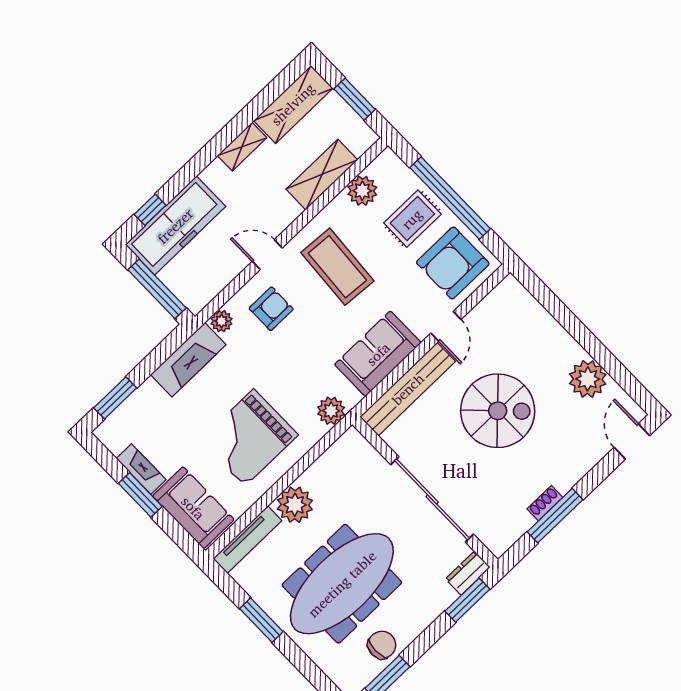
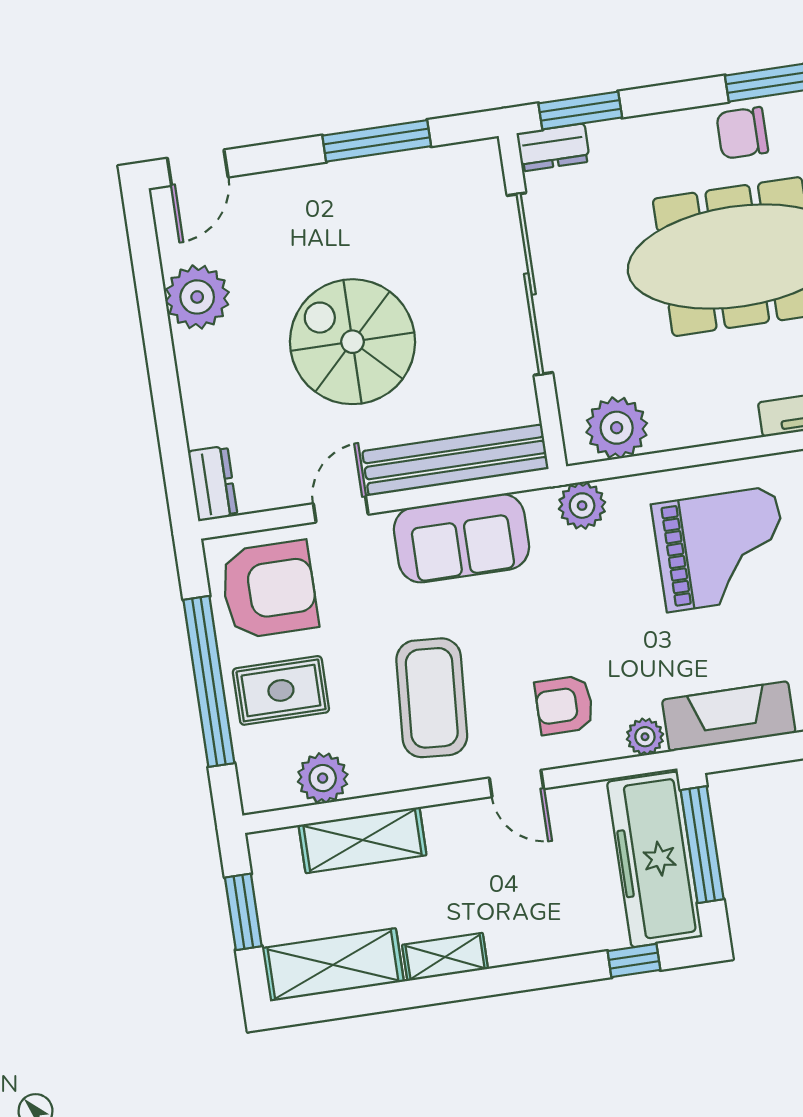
freezer: (175, 226) -> (655, 859), moved, turned -90
dresser: (516, 295) -> (213, 483), added
shoe rack: (545, 503) -> (378, 168), removed
plant: (295, 505) -> (617, 428), moved

